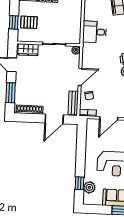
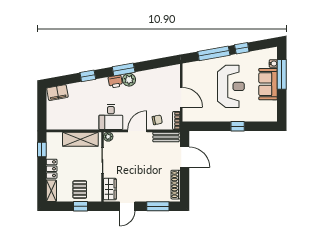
shelving: (75, 25) -> (80, 139), added
desk: (95, 32) -> (111, 117), moved
door: (80, 77) -> (137, 131), hinge flipped
window: (79, 183) -> (238, 126), moved
plant: (89, 187) -> (258, 115), removed

